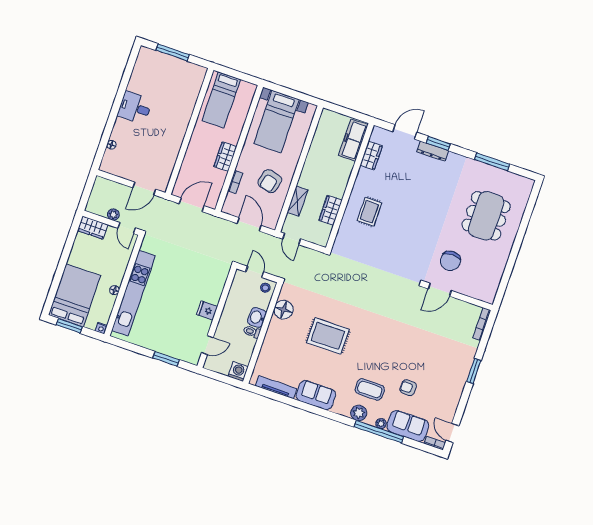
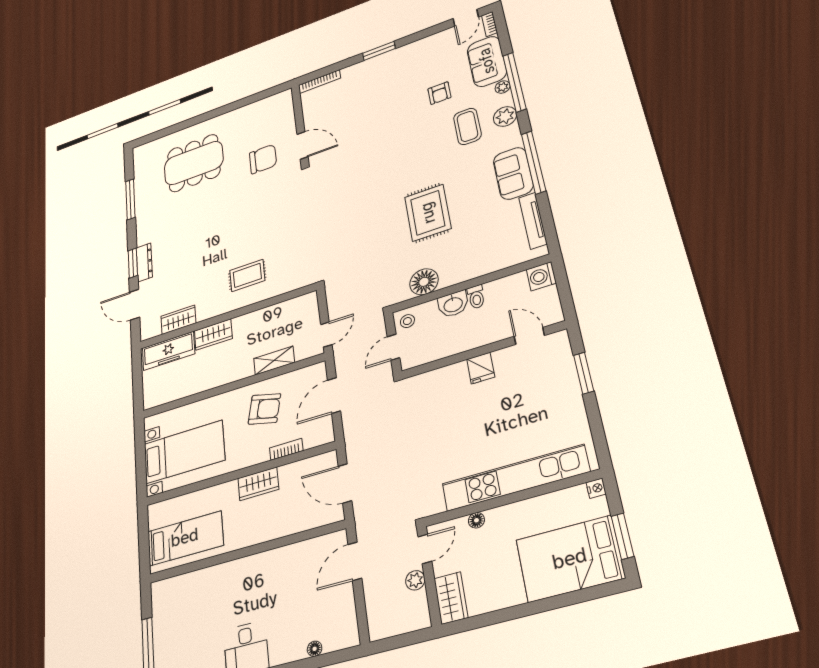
door: (144, 189) -> (355, 561), swing flipped
wardrobe: (330, 210) -> (213, 335), moved
floor lamp: (114, 290) -> (476, 520), moved
window: (314, 410) -> (534, 162), added

